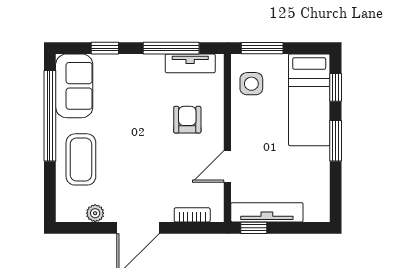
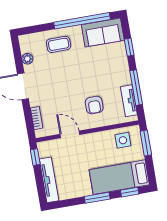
armchair: (187, 120) -> (94, 105), turned 90
coffee table: (81, 159) -> (59, 44), width x0.73, depth x0.77
tv unit: (267, 212) -> (49, 180), moved

